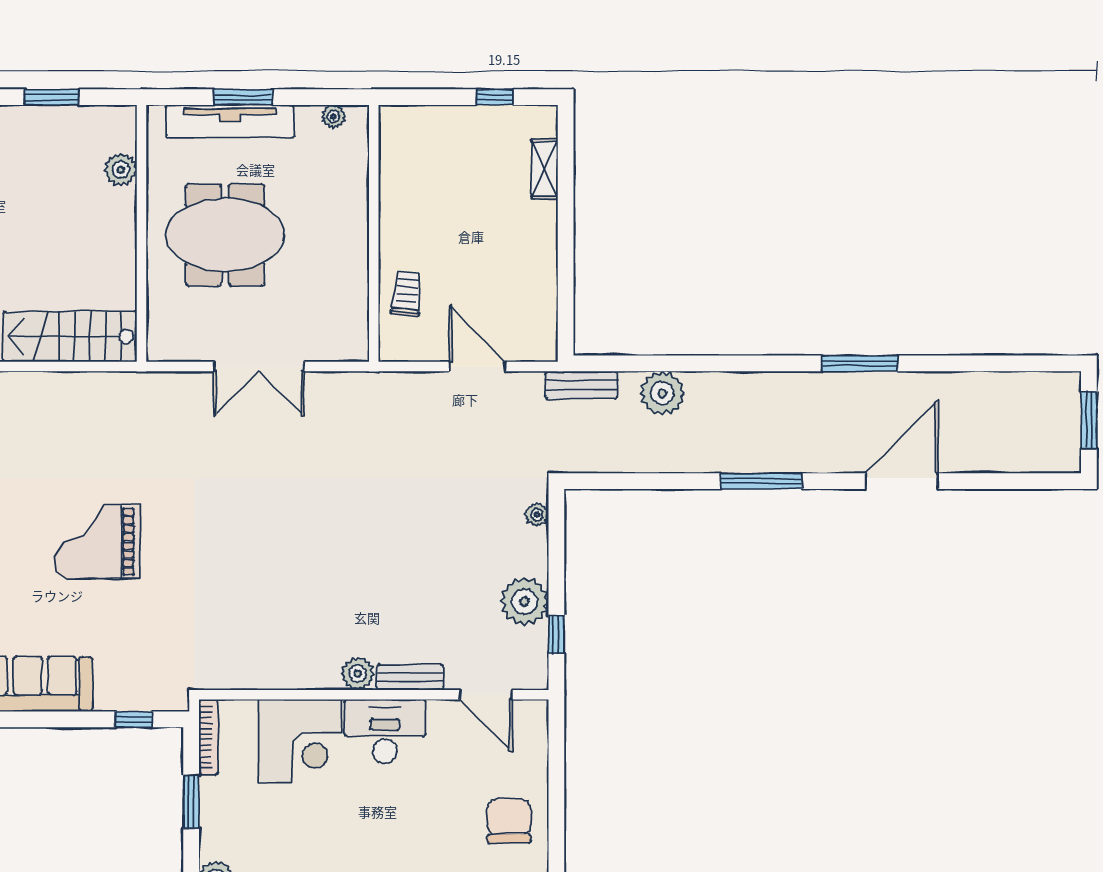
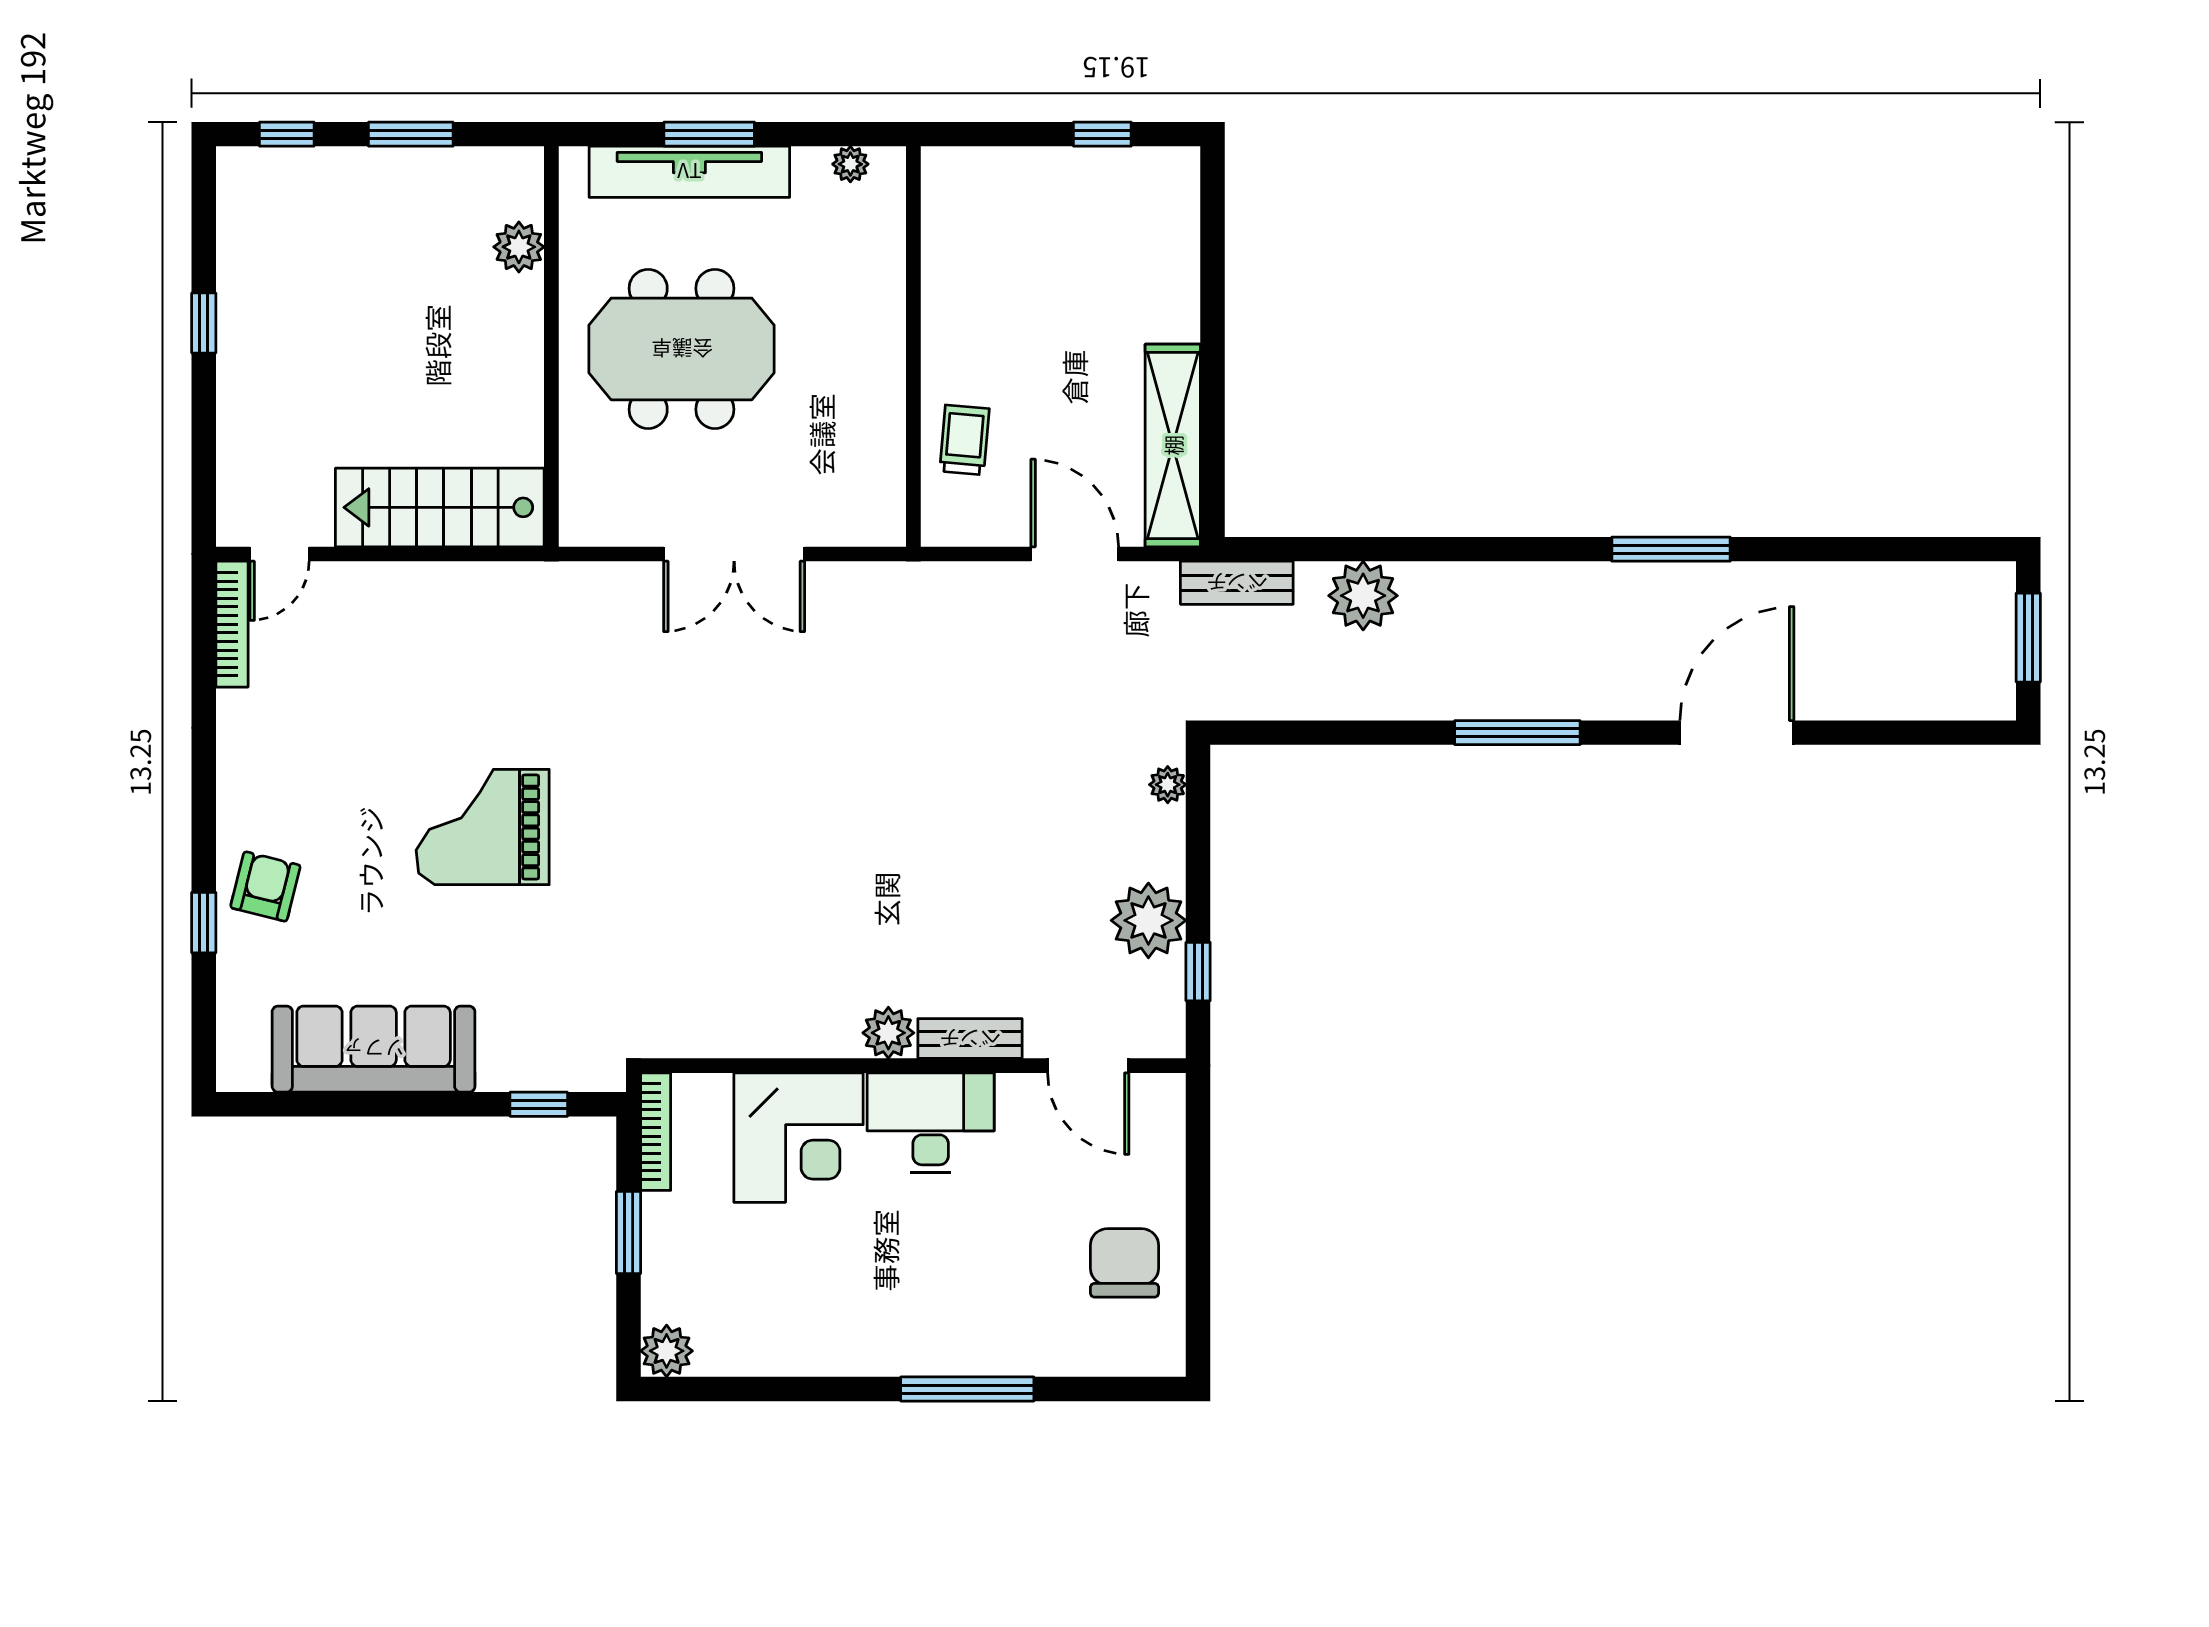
shelving: (545, 169) -> (1173, 445), moved, width x2.20, depth x1.33

